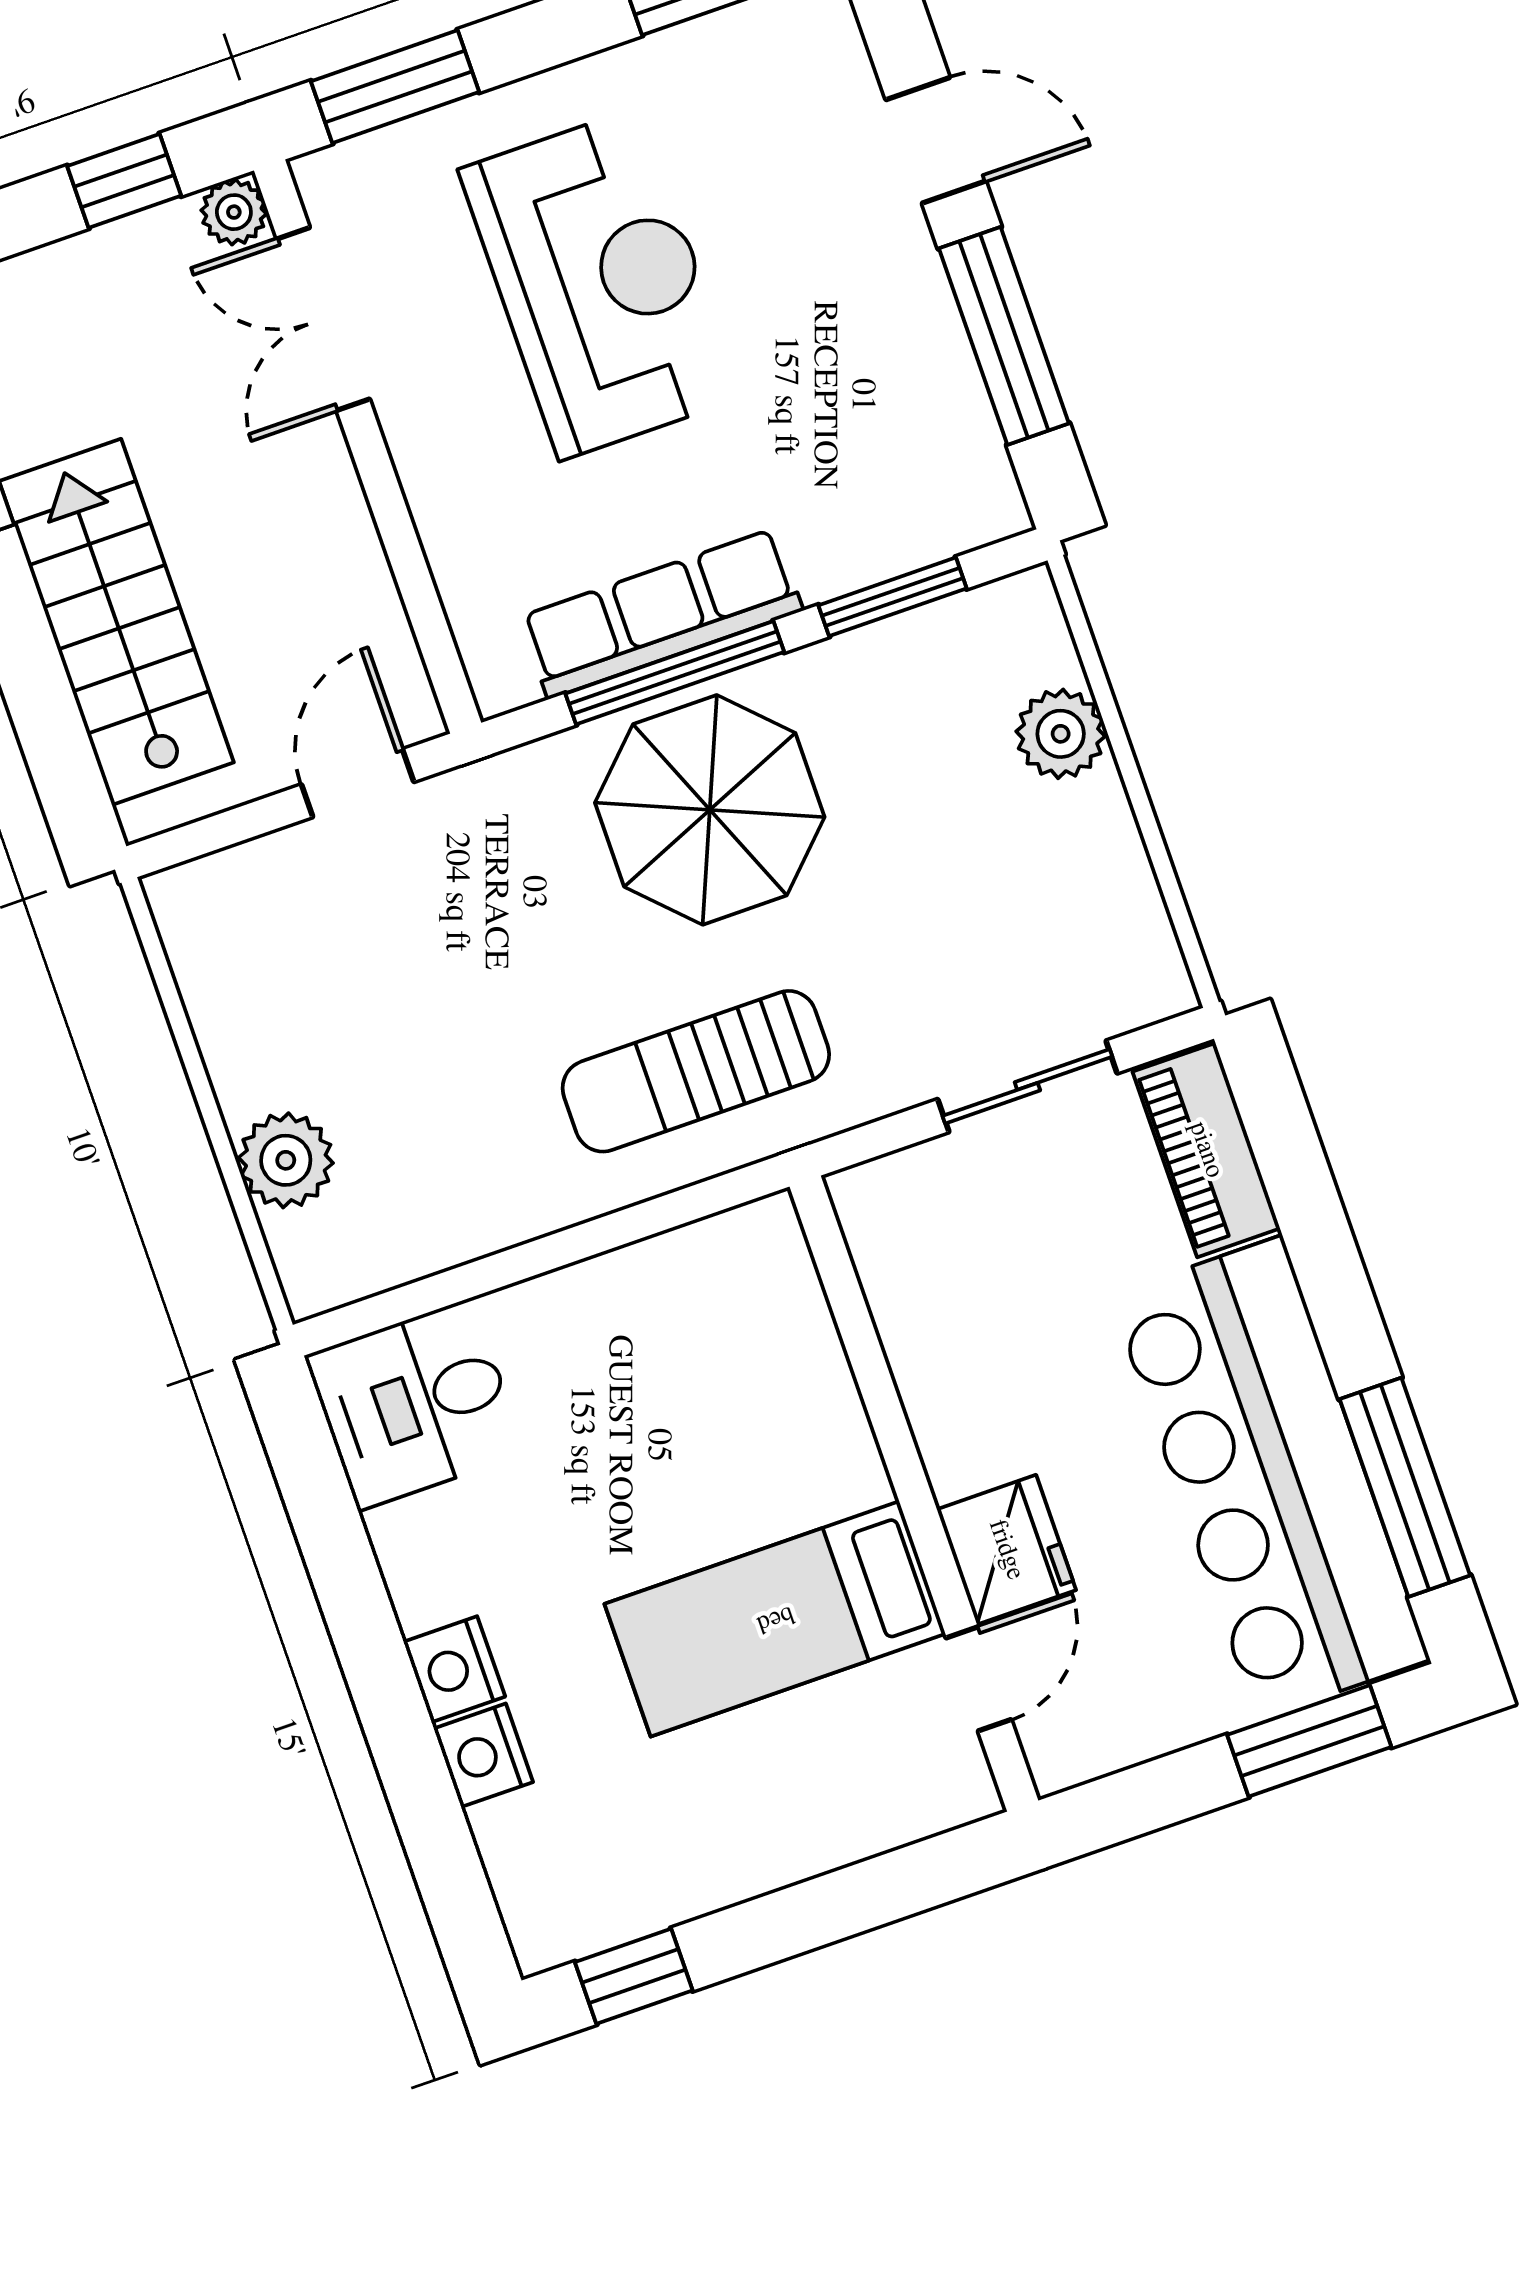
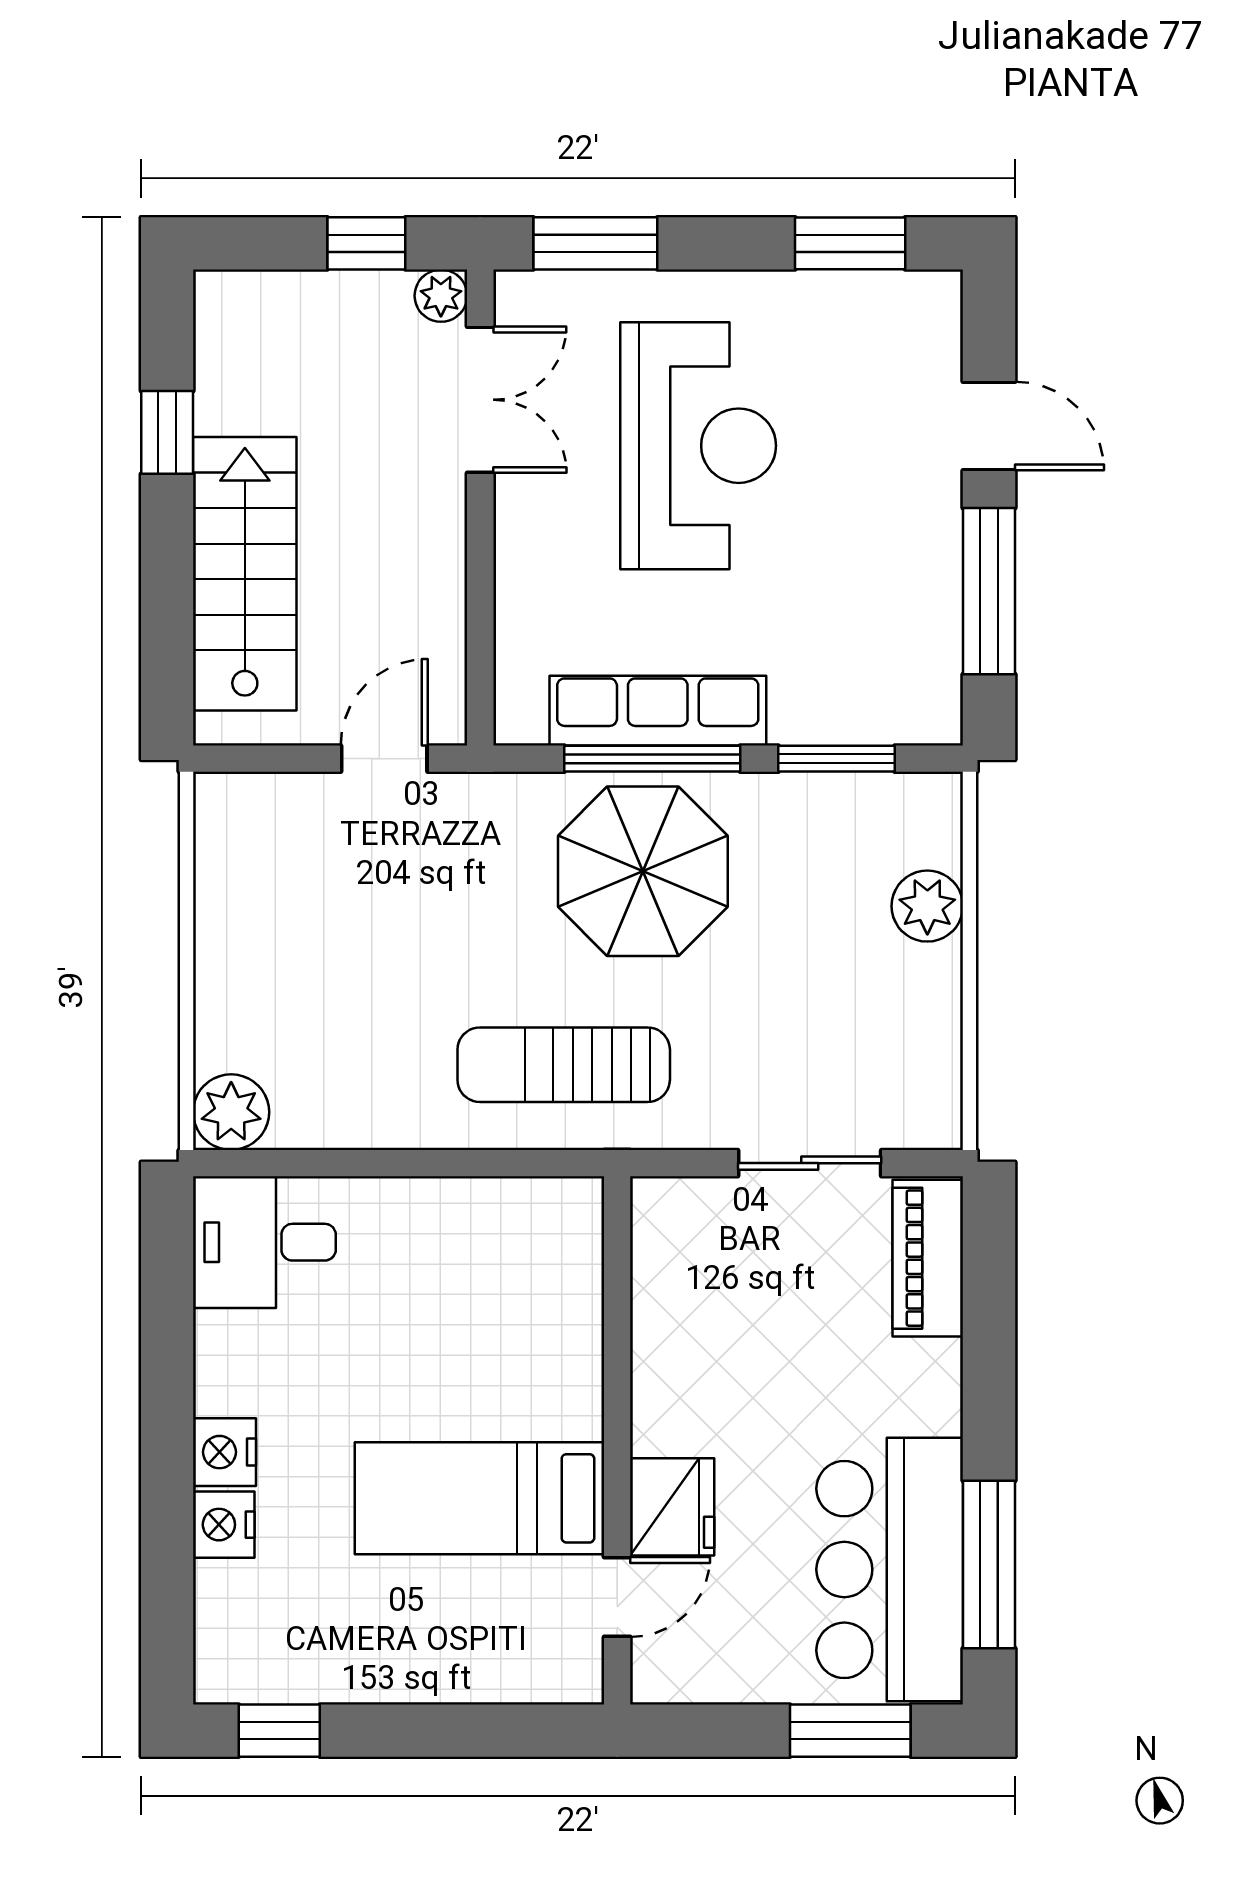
double door: (323, 319) -> (480, 400), swing flipped
plant: (286, 1160) -> (231, 1112), moved
bar counter: (1270, 1477) -> (890, 1569), width x0.73

